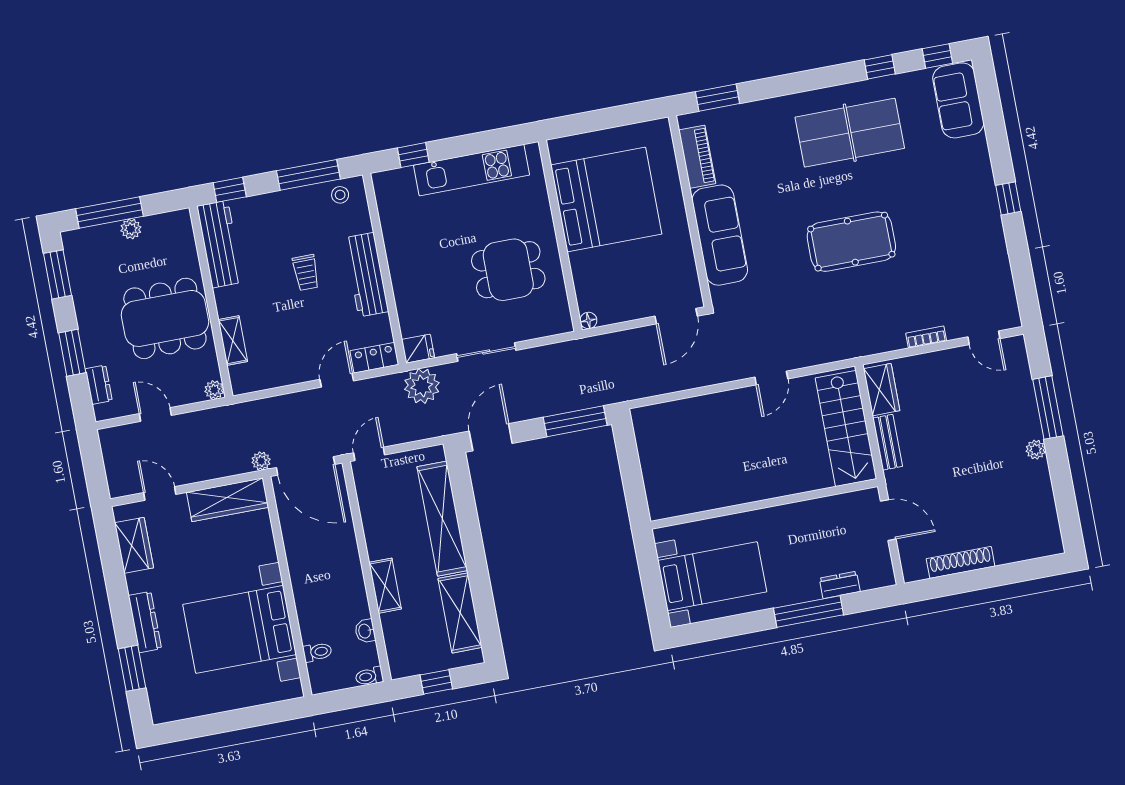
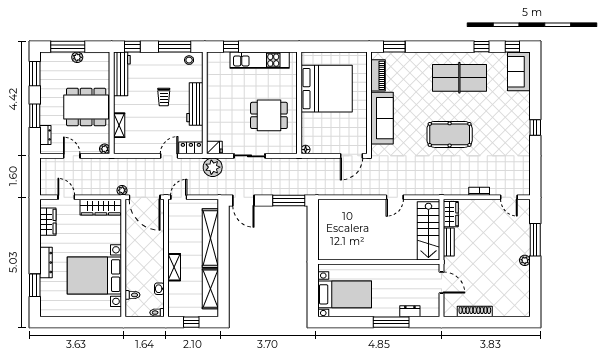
door: (491, 437) -> (243, 201), swing flipped

